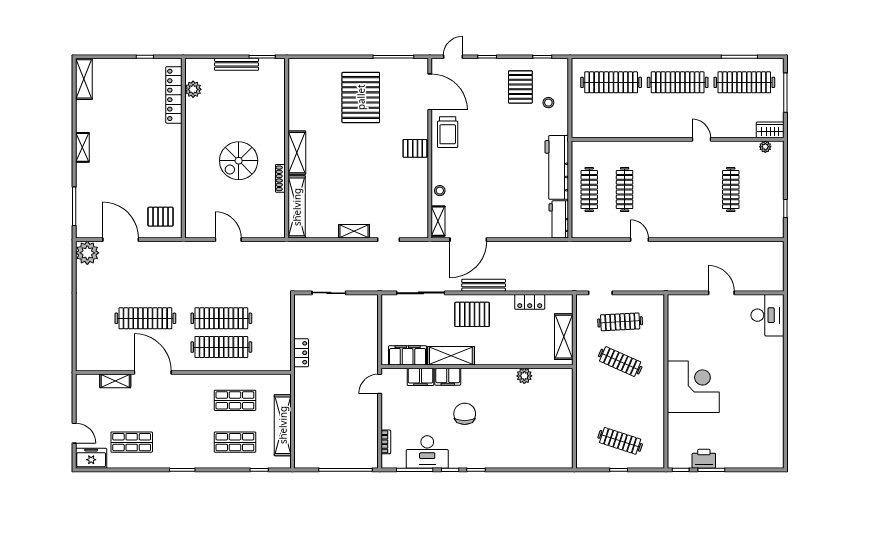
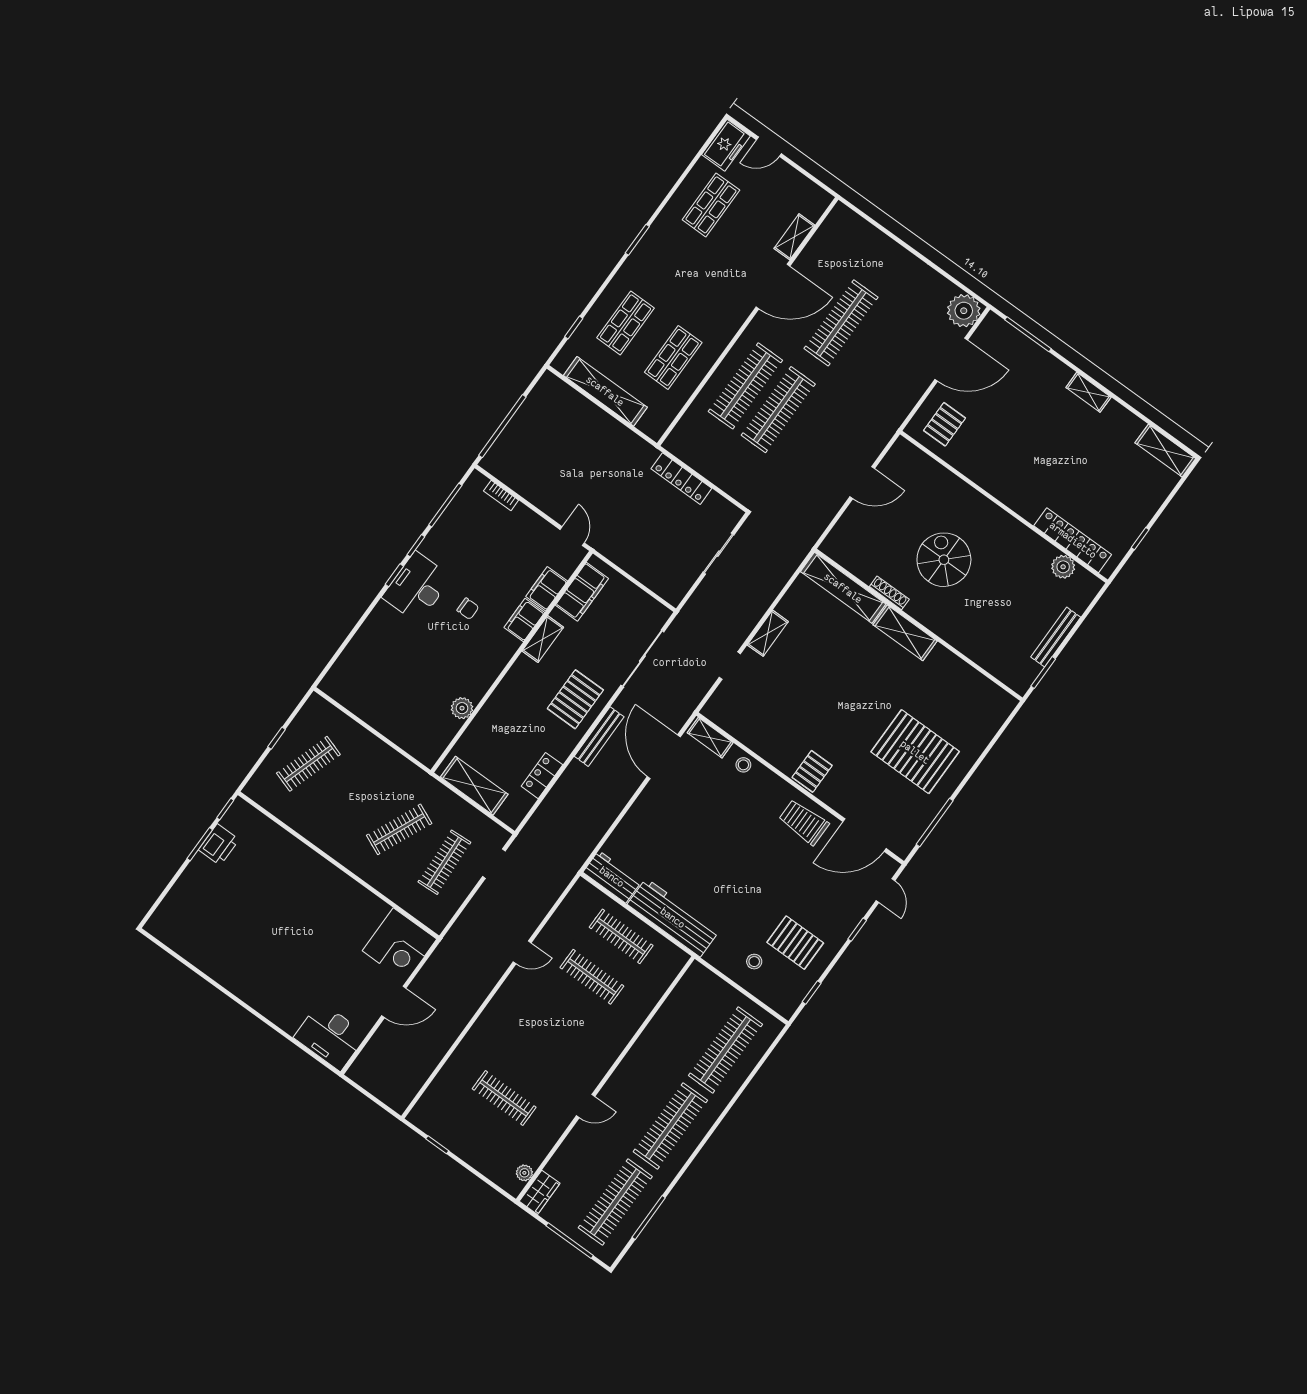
locker: (301, 353) -> (681, 479), width x1.53
shelving: (451, 356) -> (543, 639), width x0.67, depth x0.75
corner desk: (693, 387) -> (399, 945), moved, width x0.74, depth x0.74
chair: (465, 414) -> (468, 609), width x0.54, depth x0.54
desk: (427, 452) -> (417, 587), moved

